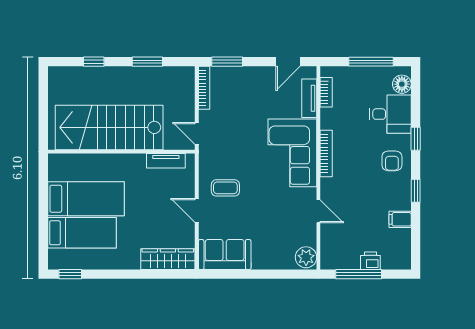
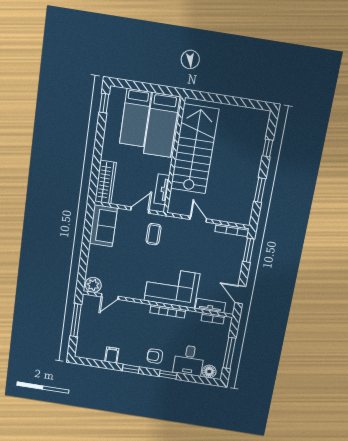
stairs: (109, 127) -> (194, 149), moved
door: (197, 133) -> (198, 219), hinge flipped
wall: (121, 152) -> (174, 156), moved
tv unit: (166, 161) -> (162, 189), moved
door: (318, 211) -> (110, 297), moved
printer: (370, 261) -> (85, 330), removed

